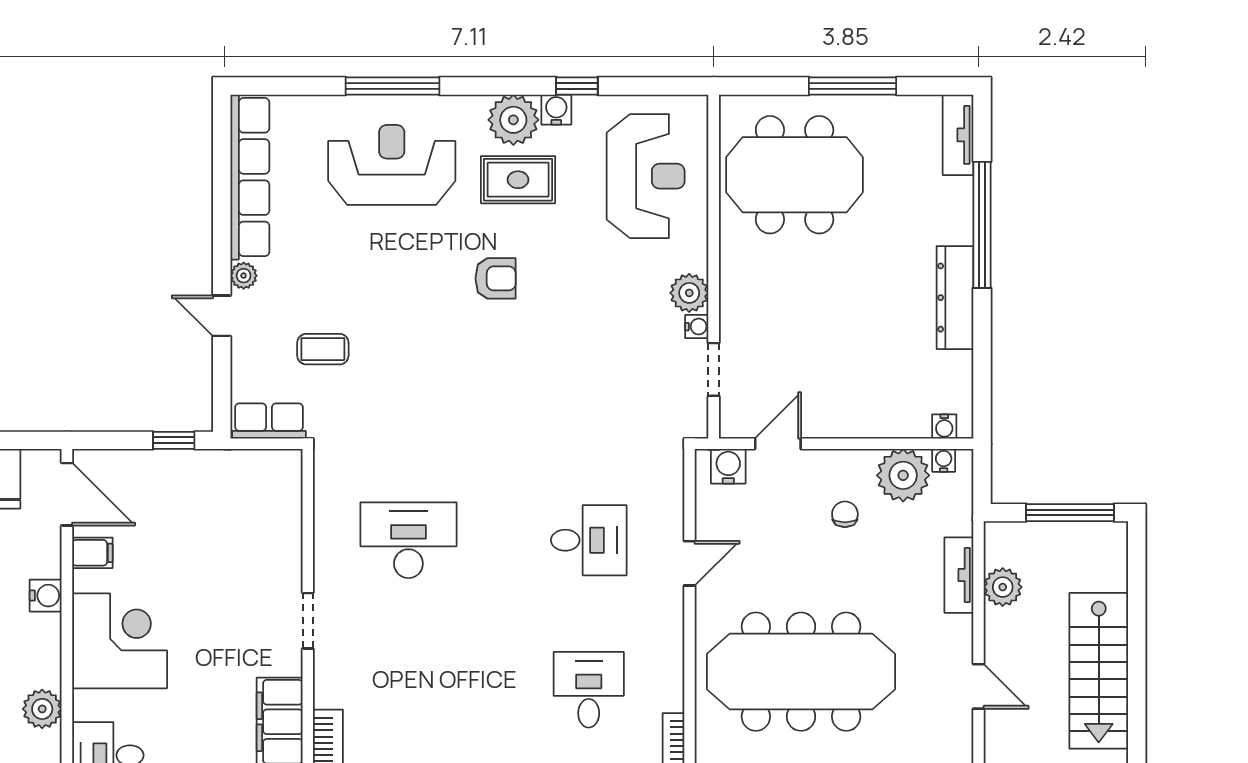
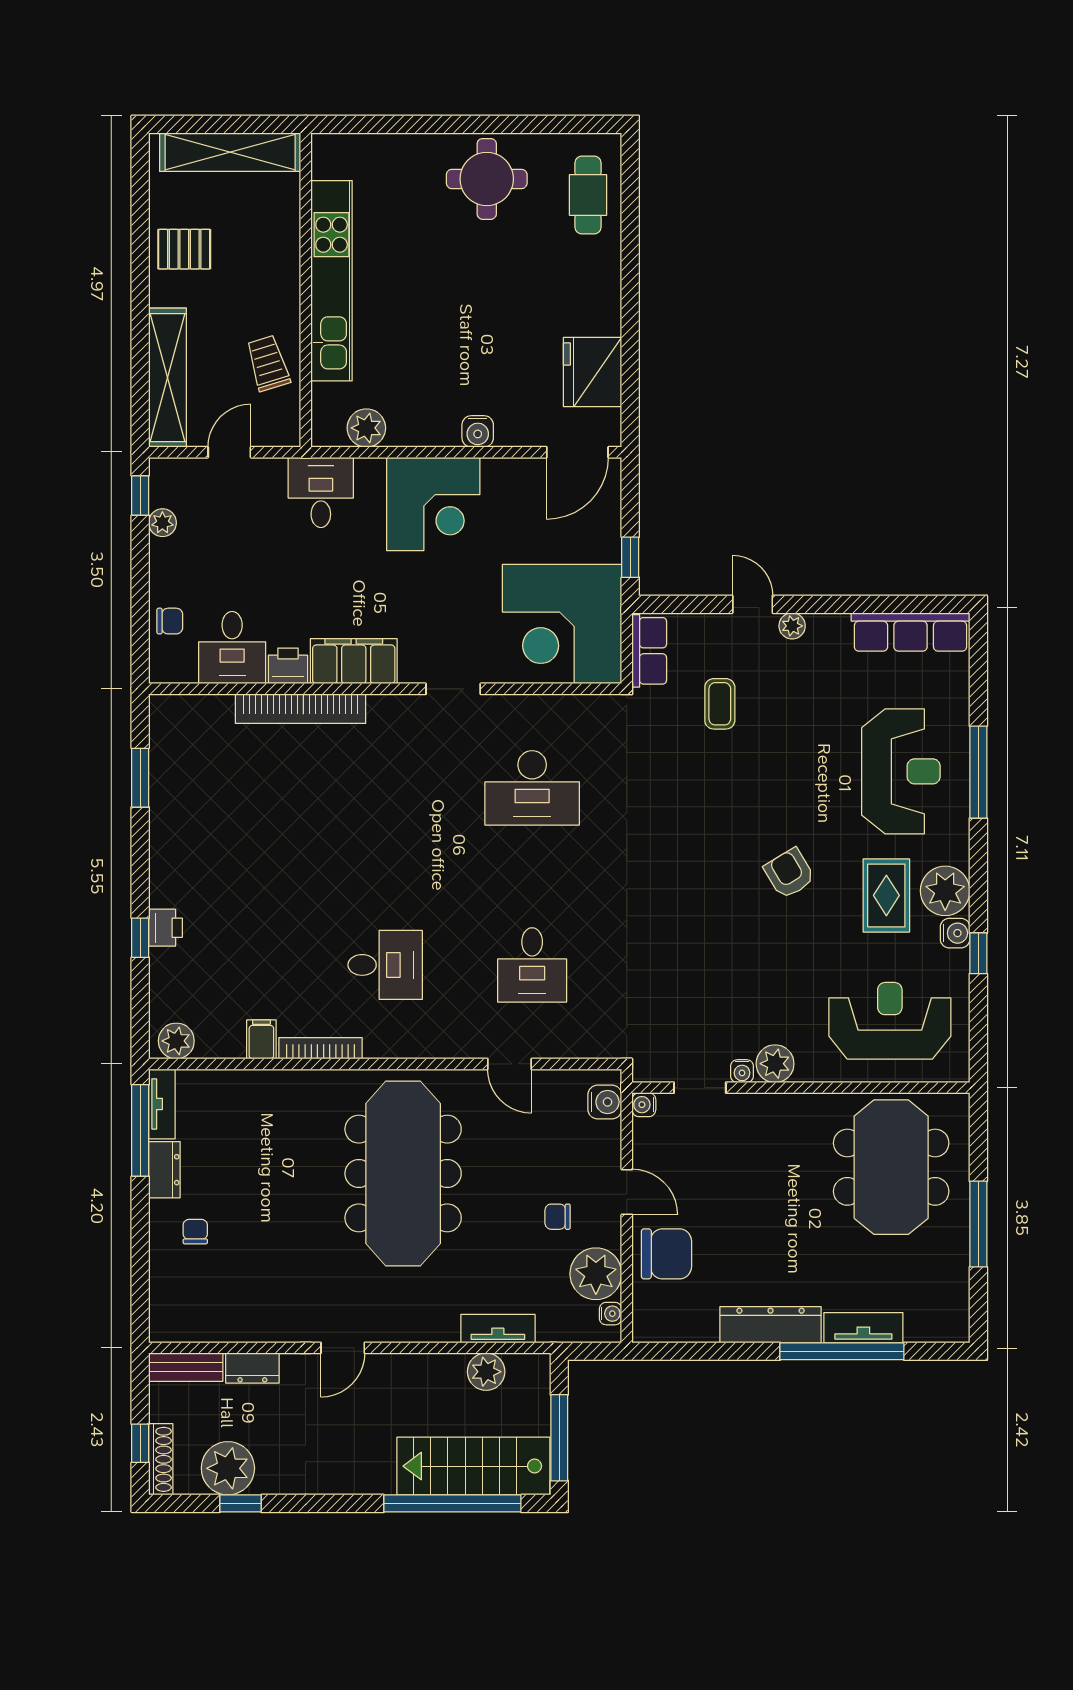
tv unit: (958, 135) -> (863, 1328), moved
reception desk: (646, 176) -> (890, 1021), turned 180
row of seats: (250, 177) -> (911, 632), width x0.73
armchair: (496, 278) -> (789, 873), turned 149
door: (222, 316) -> (753, 604), hinge flipped
chair: (883, 404) -> (666, 1254), added
water cooler: (944, 426) -> (644, 1105), moved
door: (778, 444) -> (627, 1192), moved
corner desk: (242, 510) -> (562, 624), added
chair: (845, 514) -> (558, 1217), turned 180
desk: (408, 540) -> (532, 788), turned 90
filing cabinet: (92, 553) -> (520, 477), removed
window: (1137, 621) -> (452, 1503), added
stairs: (1099, 671) -> (473, 1466), moved
door: (978, 686) -> (343, 1348), moved

